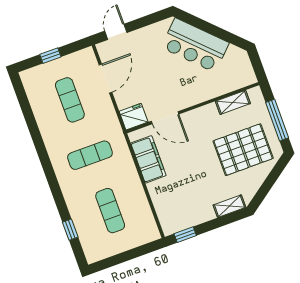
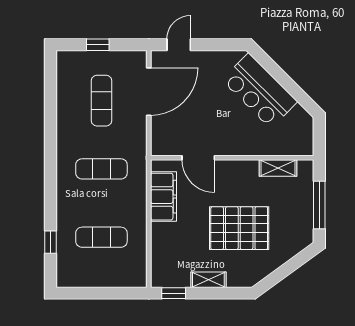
door: (106, 79) -> (149, 92), width x1.36
fridge: (134, 117) -> (164, 144), removed
pallet: (243, 150) -> (239, 228), moved
shelving: (229, 206) -> (208, 280), moved
exercise mat: (110, 211) -> (101, 237), turned 90

